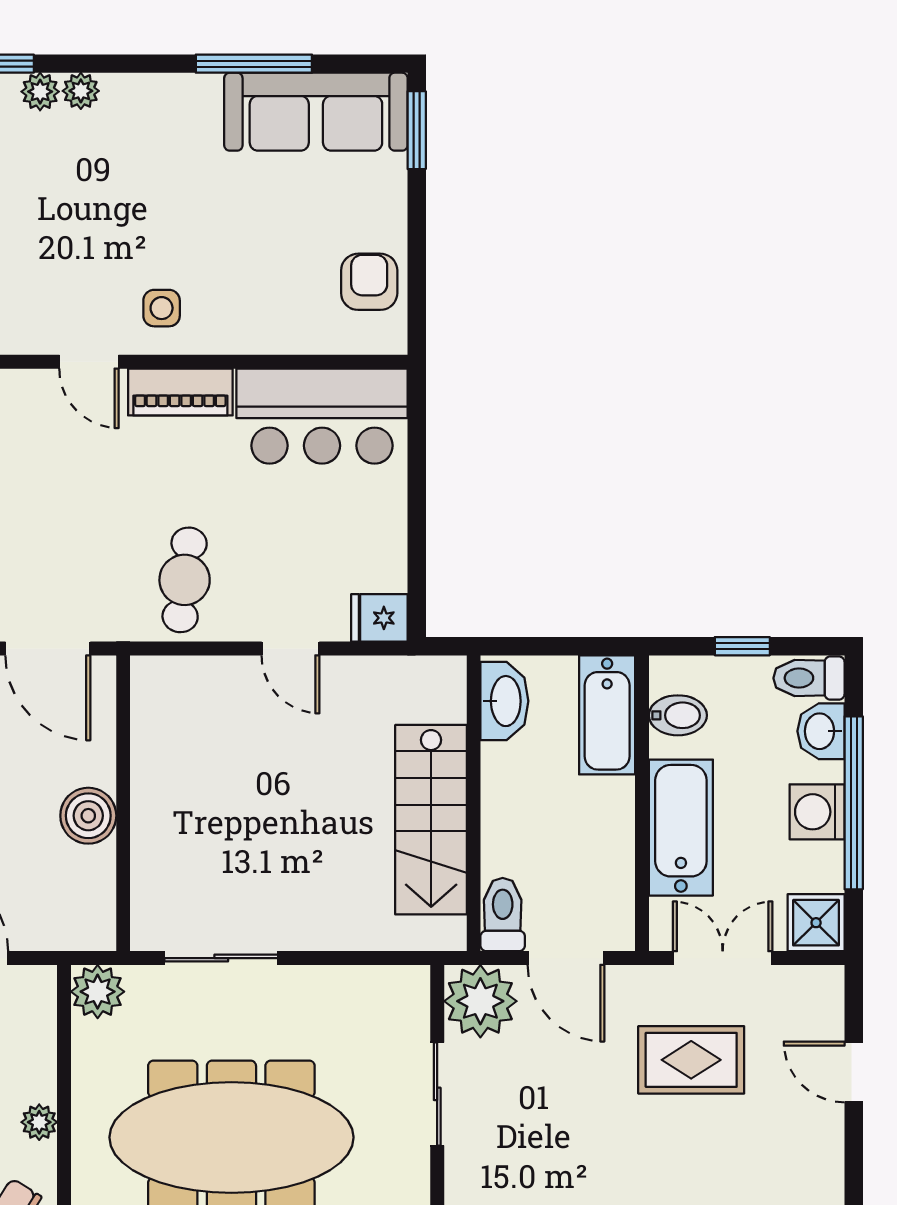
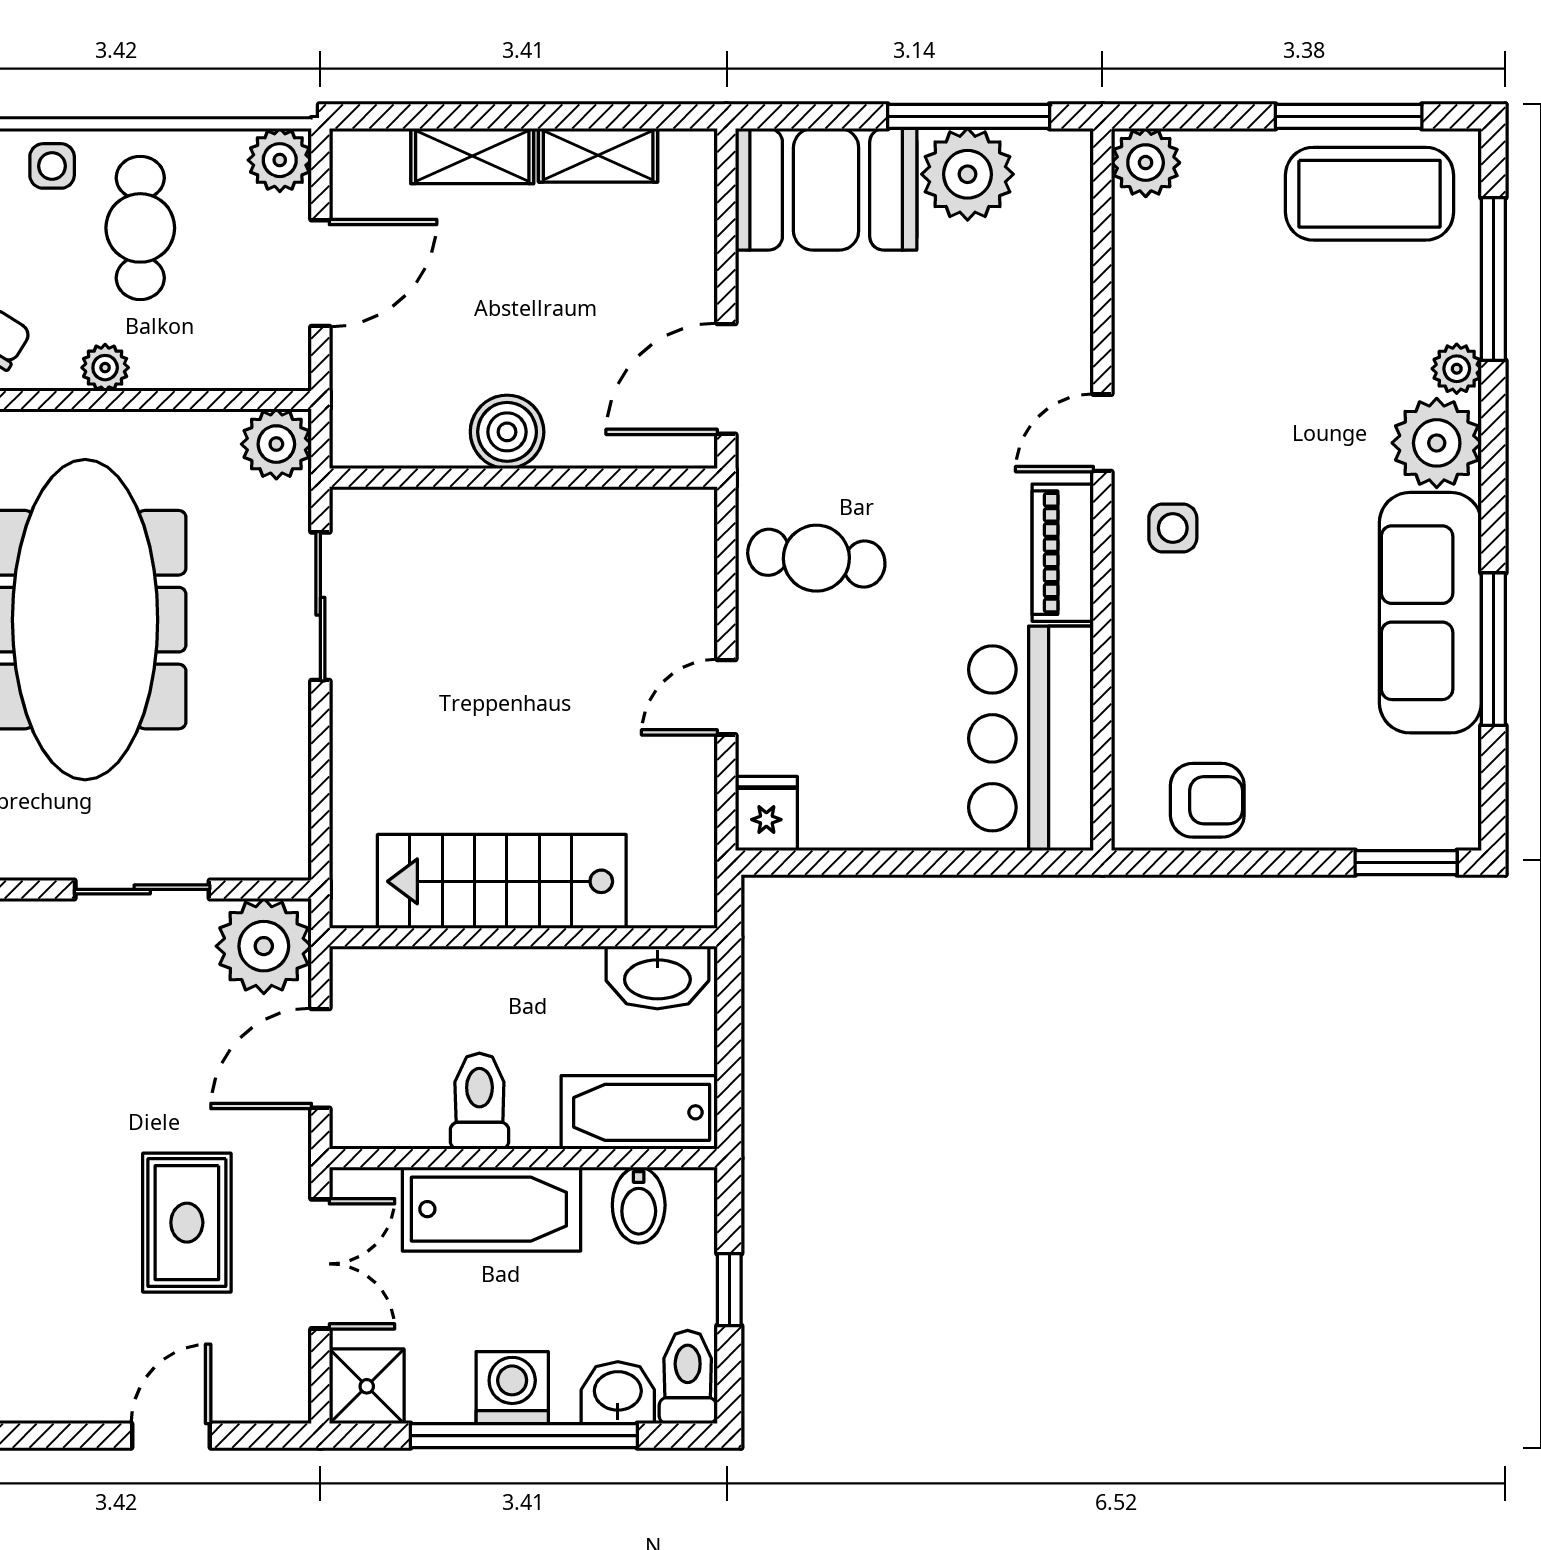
plant: (81, 91) -> (1437, 443), width x1.88, depth x1.88
sofa: (316, 112) -> (1430, 613), moved
toilet: (503, 915) -> (479, 1101), moved, turned -90

